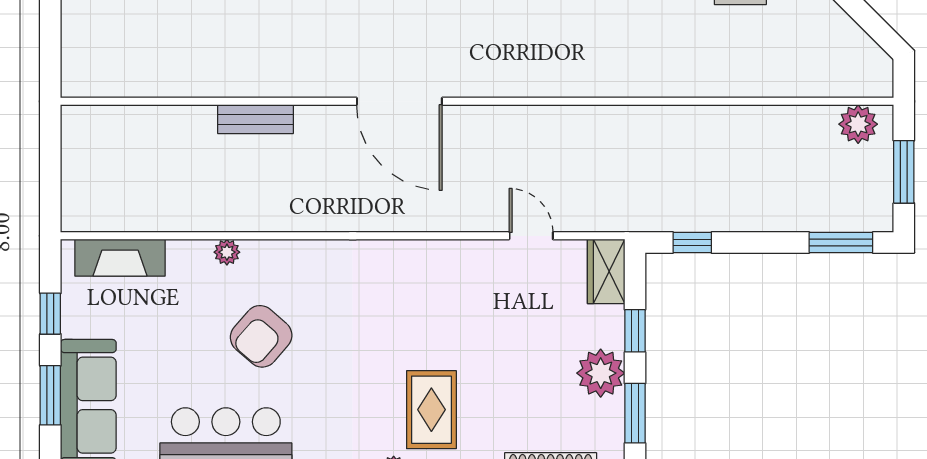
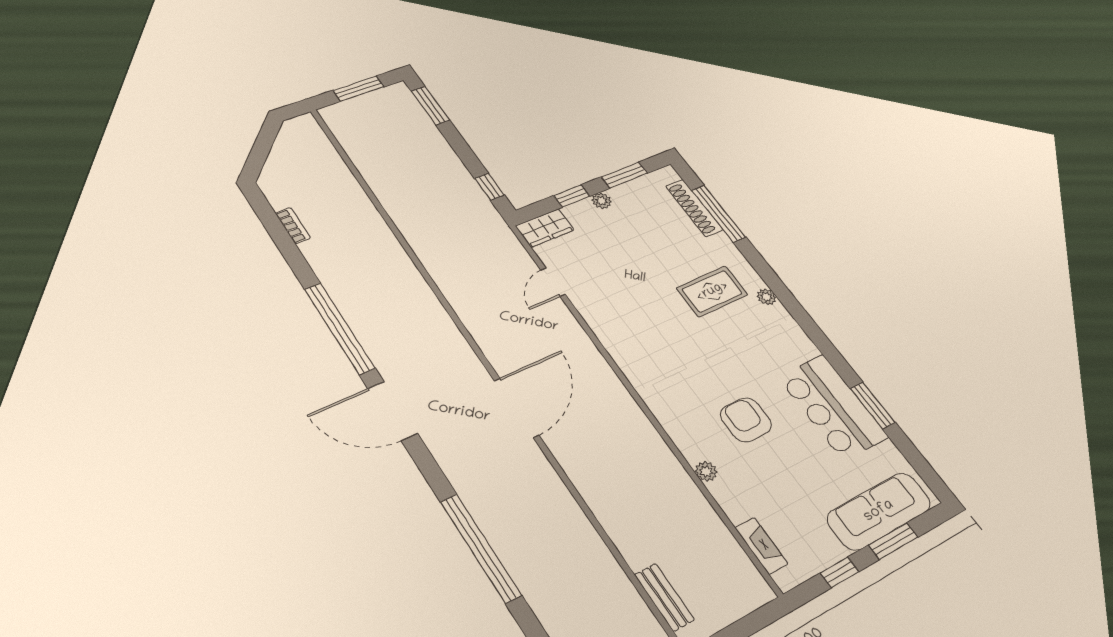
bench: (256, 119) -> (664, 597), moved
plant: (858, 124) -> (343, 124), removed
fireplace: (120, 258) -> (761, 546), width x0.73, depth x0.76
armchair: (261, 336) -> (746, 420), turned -131
plant: (601, 373) -> (602, 201), width x0.53, depth x0.53

